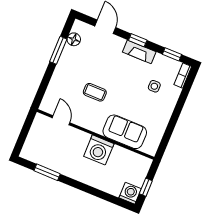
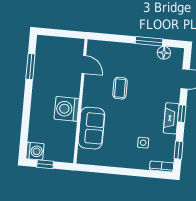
door: (61, 120) -> (84, 64), hinge flipped

